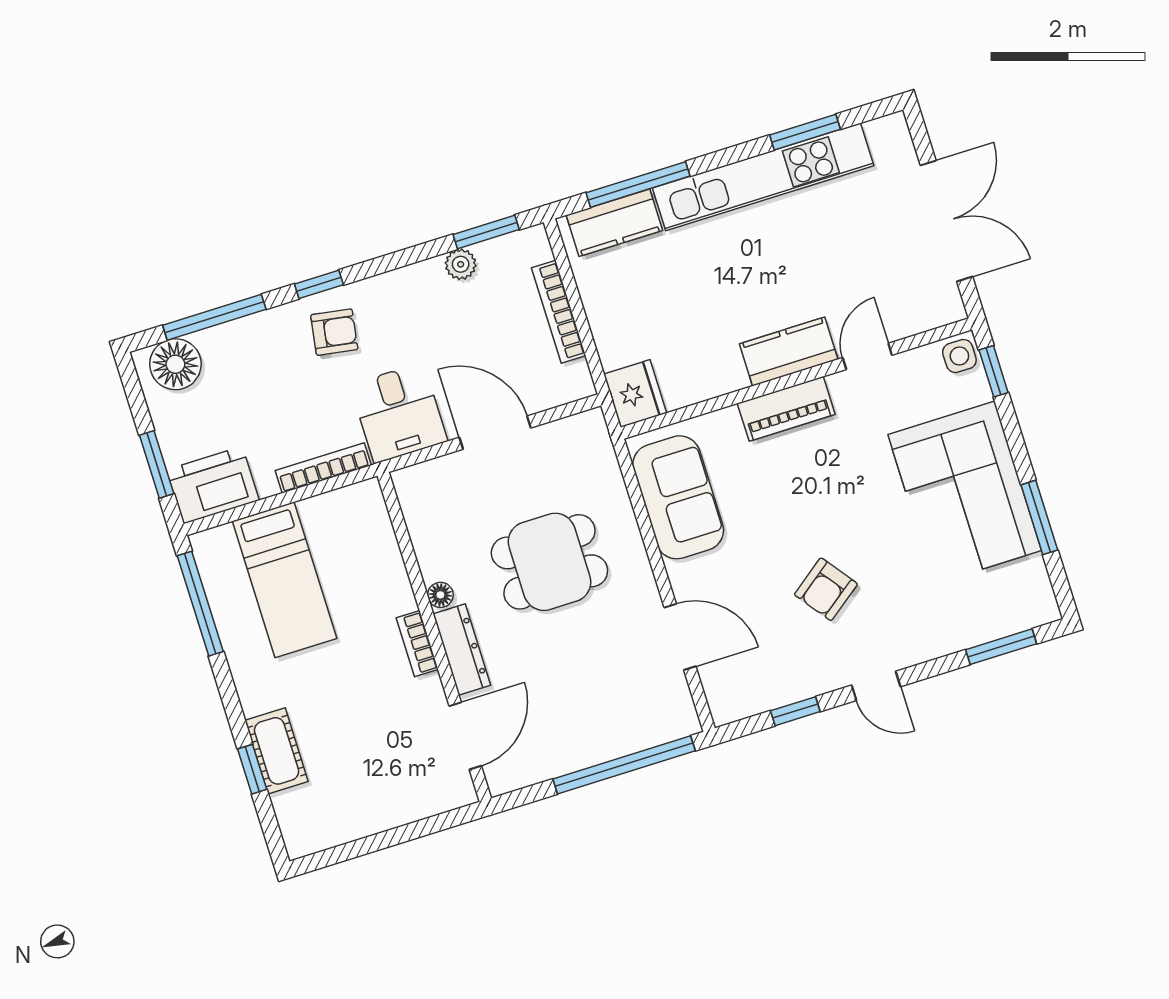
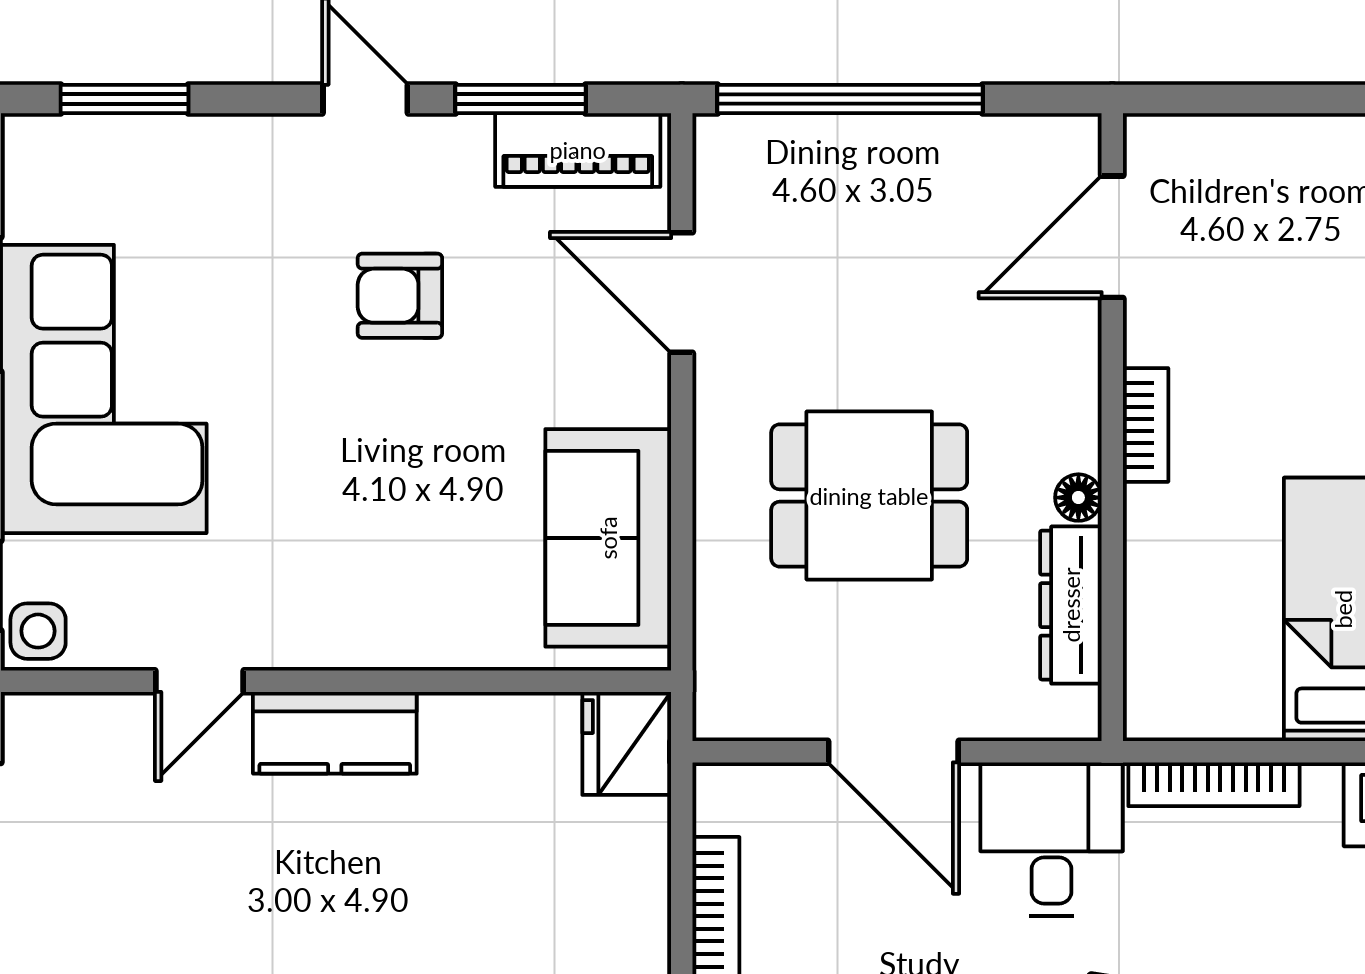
piano: (786, 409) -> (578, 150), moved, turned 180
armchair: (826, 589) -> (400, 296), turned -143
dresser: (462, 650) -> (1071, 605), moved
window: (795, 711) -> (521, 99), width x1.50

